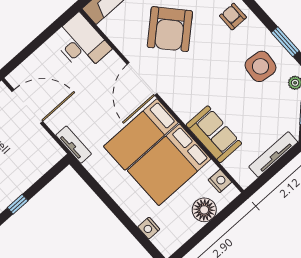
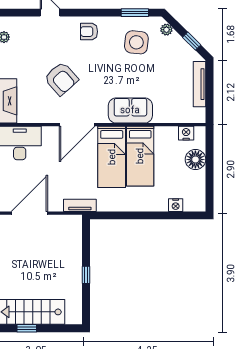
armchair: (170, 29) -> (61, 79), width x0.73, depth x0.73
door: (142, 79) -> (77, 125), hinge flipped
sofa: (214, 134) -> (130, 110), moved
bed: (169, 165) -> (140, 156), width x0.67

